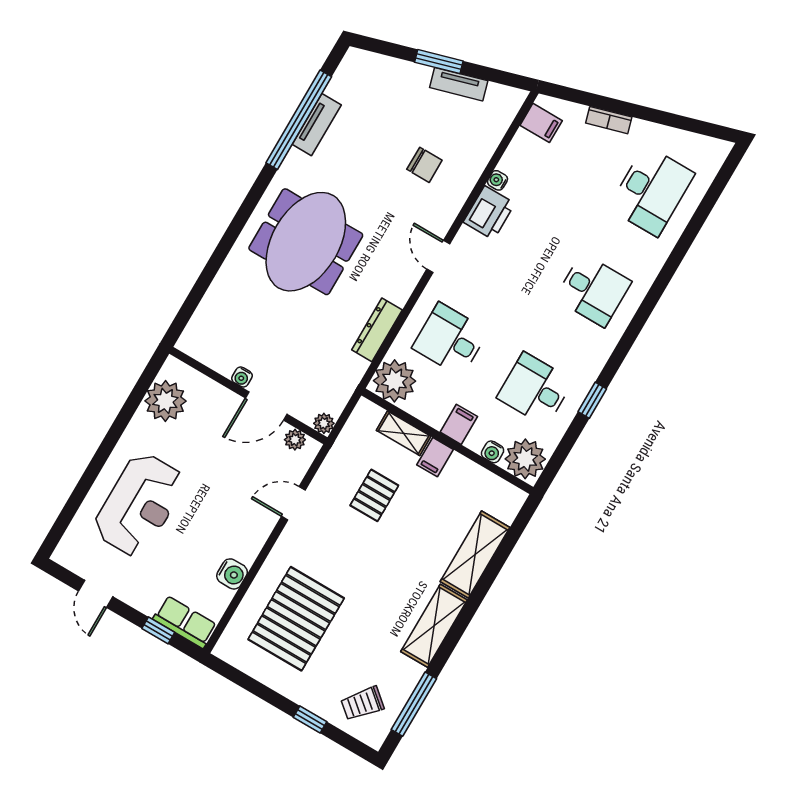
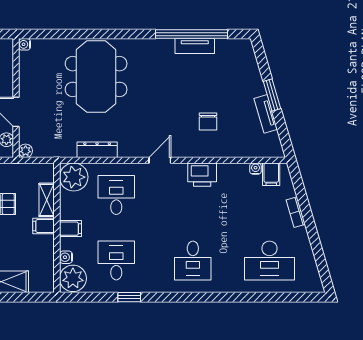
water cooler: (497, 180) -> (256, 169), moved
meeting table: (306, 242) -> (96, 77), moved, turned 90
water cooler: (242, 377) -> (25, 44), moved

